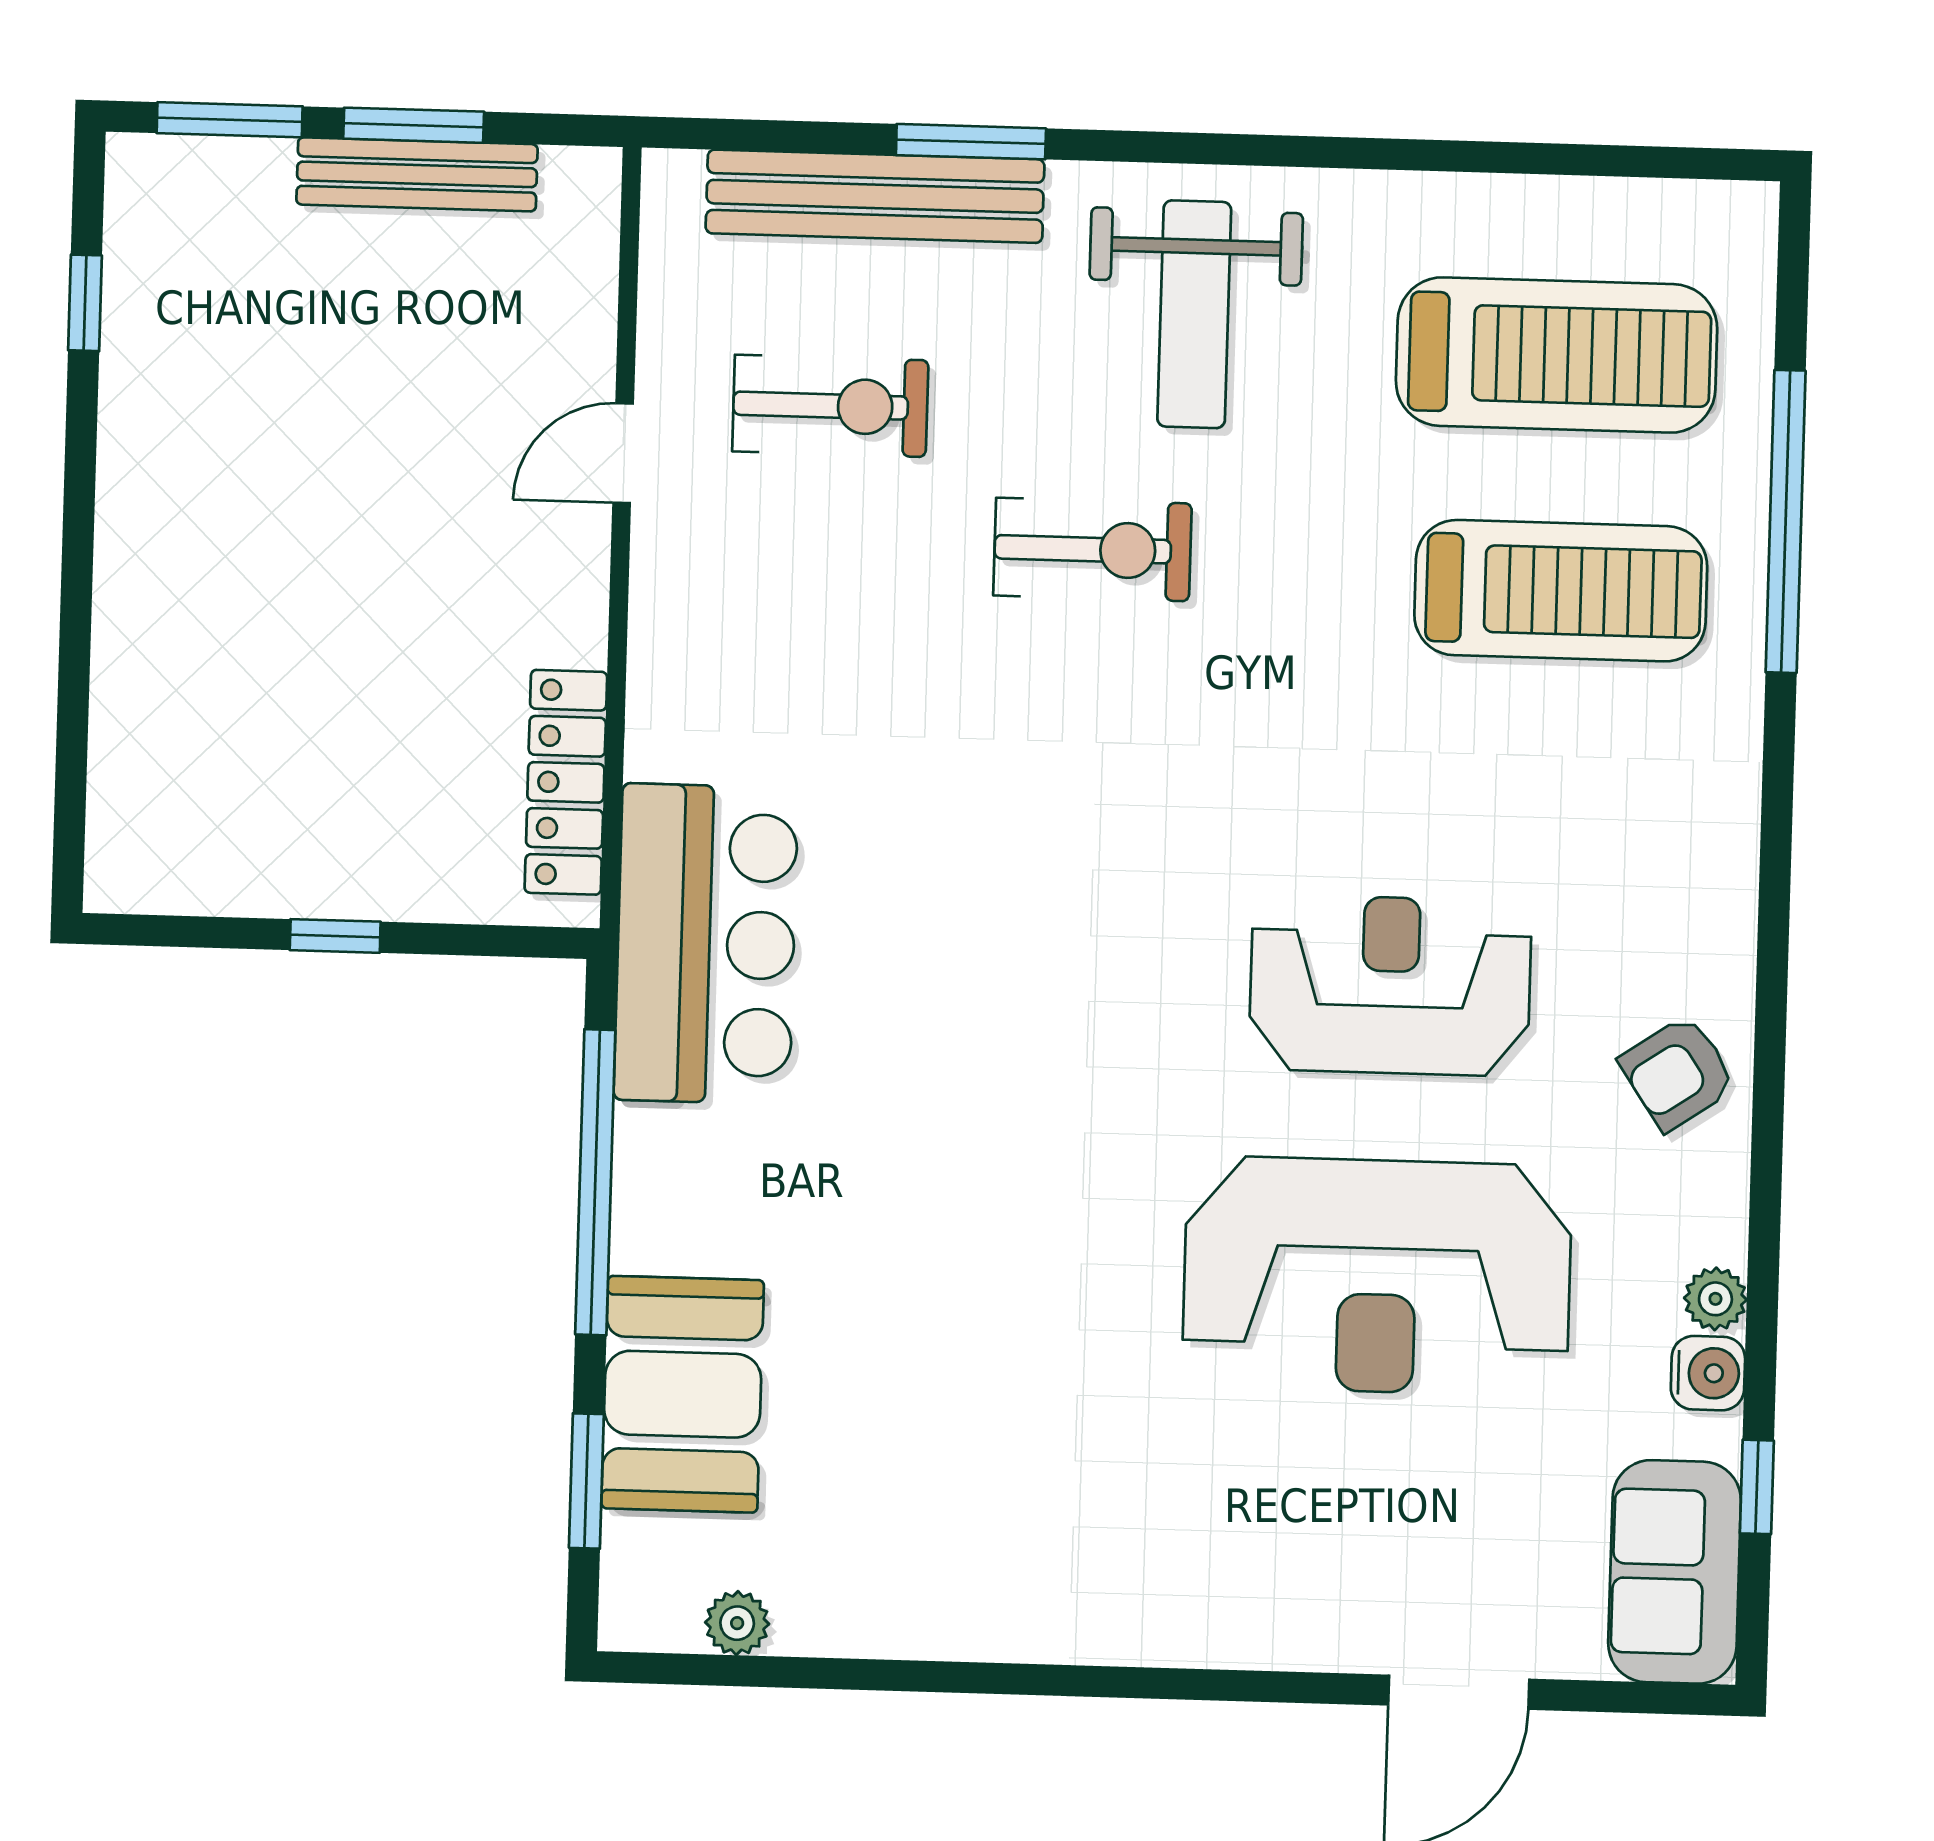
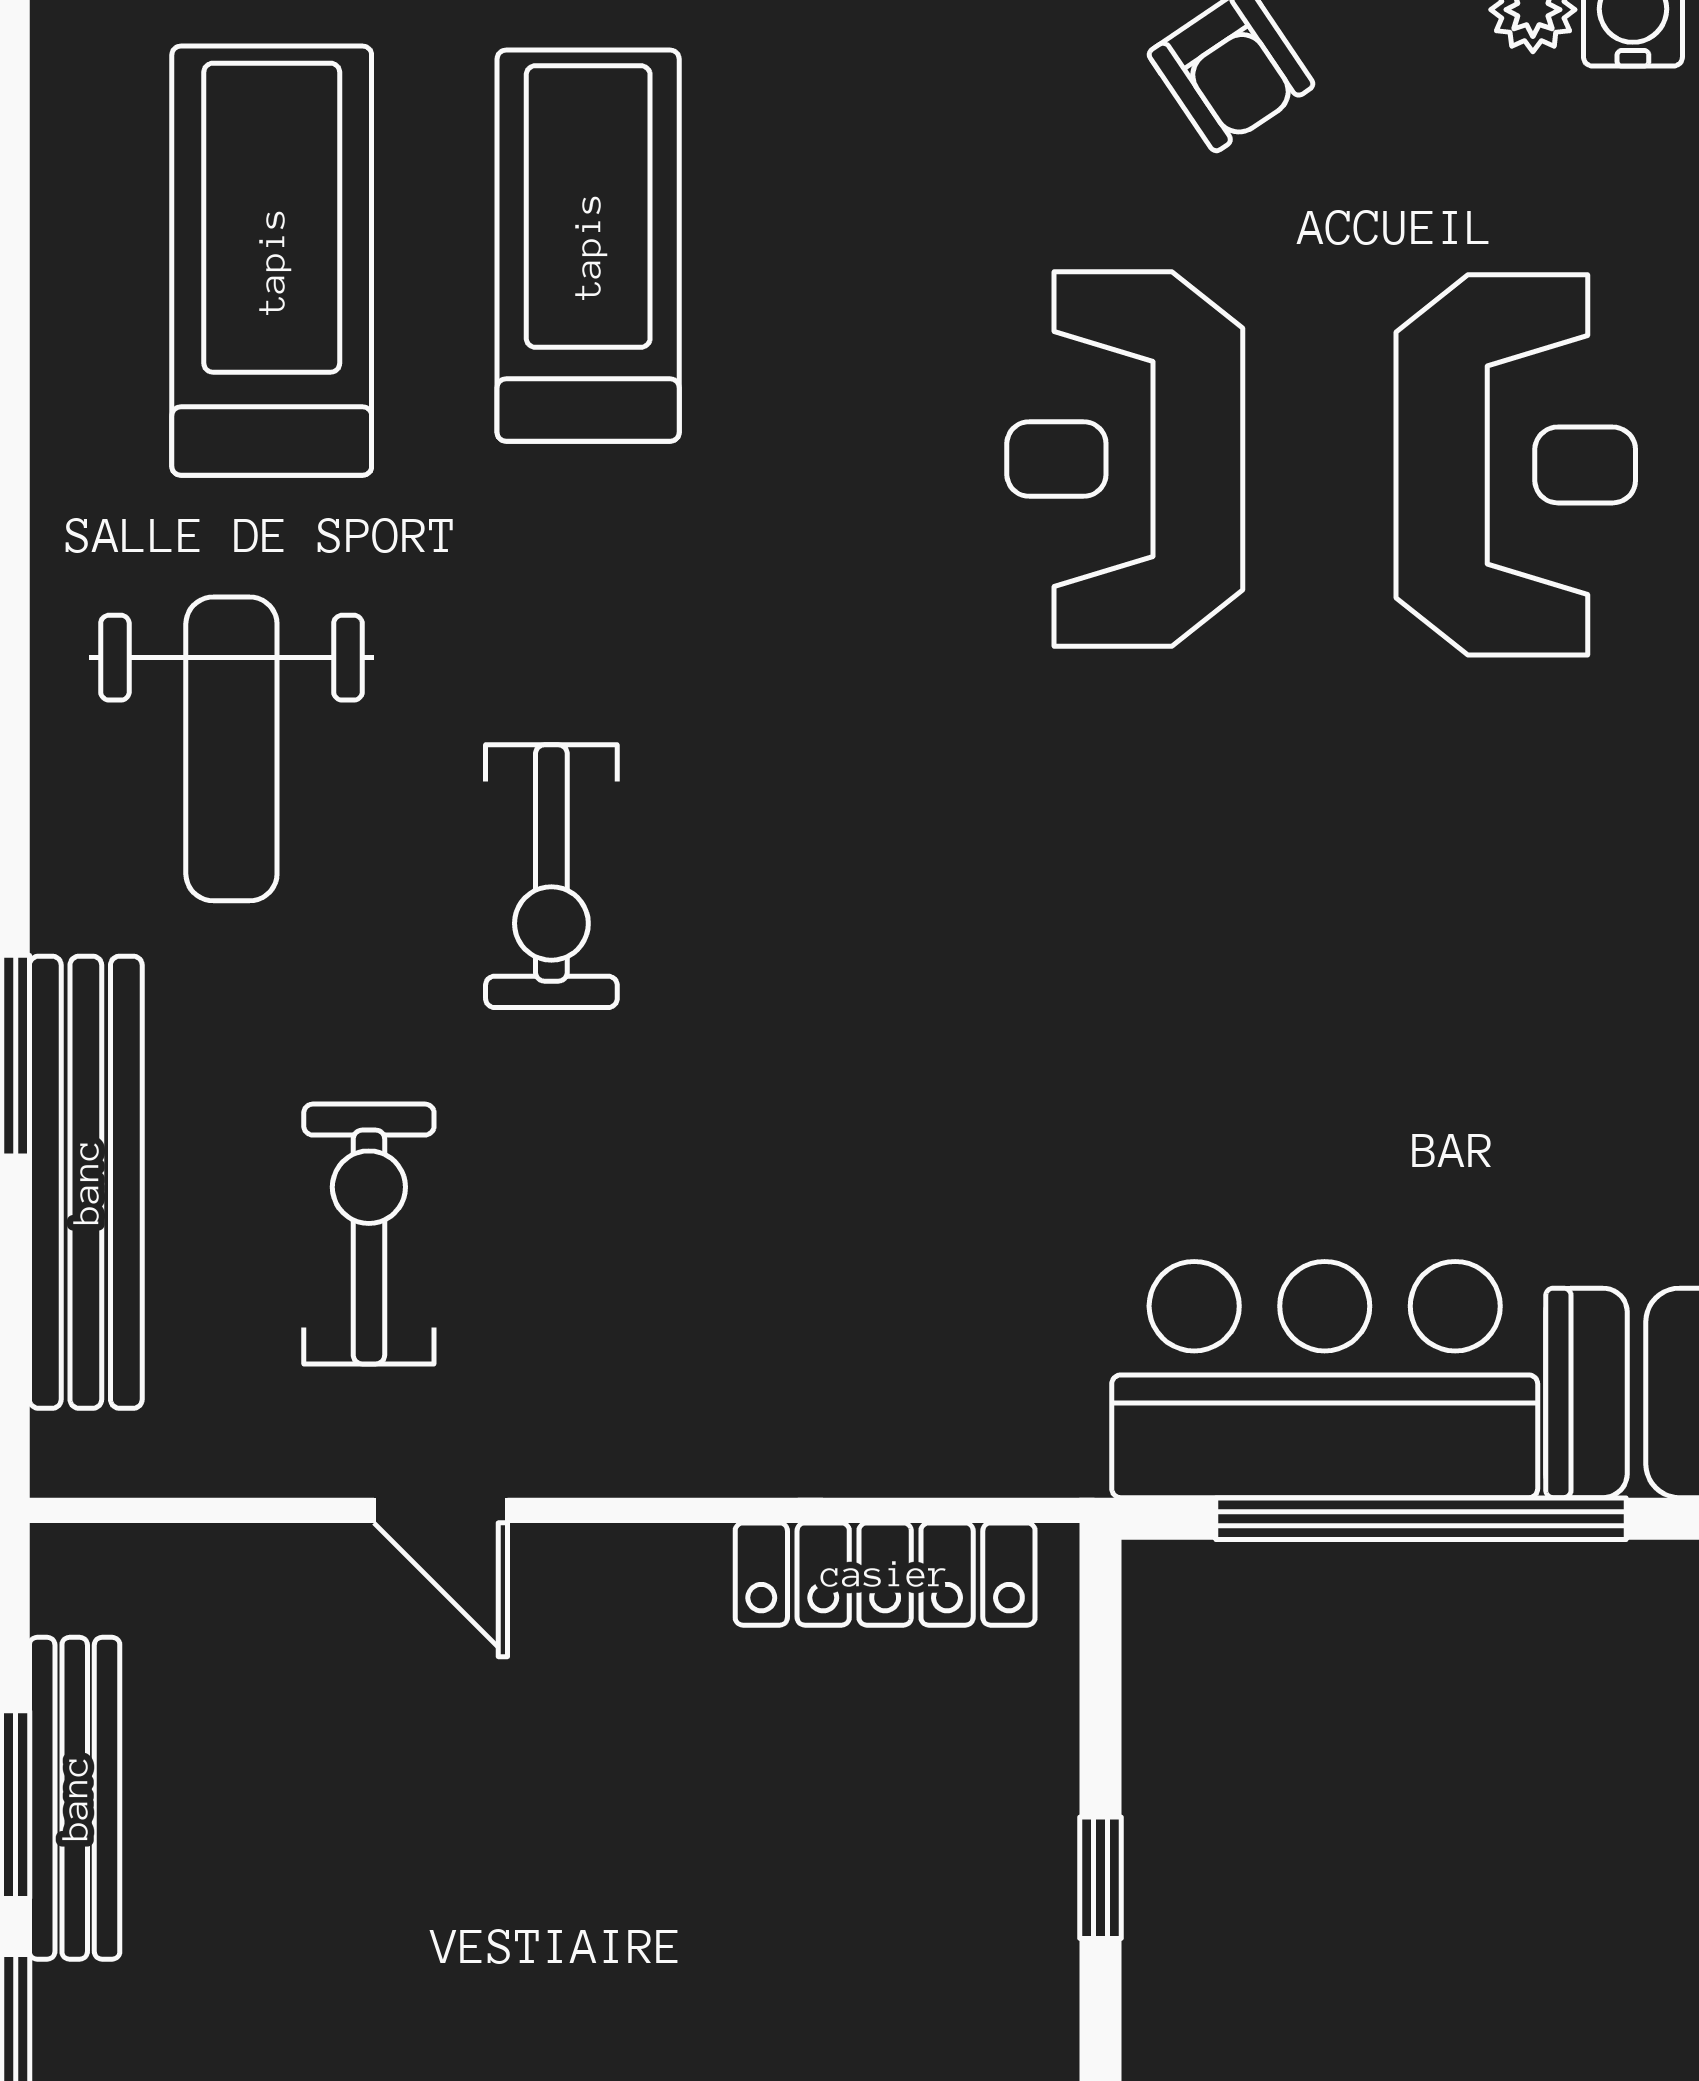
weight bench: (1194, 314) -> (231, 749), turned 90
exercise bike: (1092, 549) -> (551, 876), turned 180
bar counter: (706, 944) -> (1325, 1380), moved
reception desk: (1377, 1276) -> (1516, 465), width x0.74, depth x0.77

